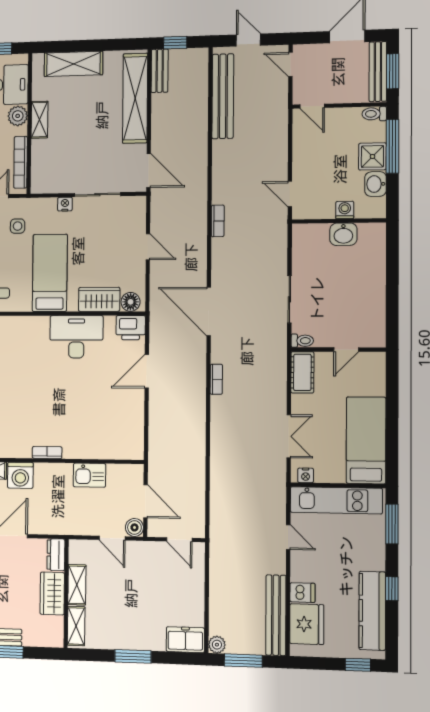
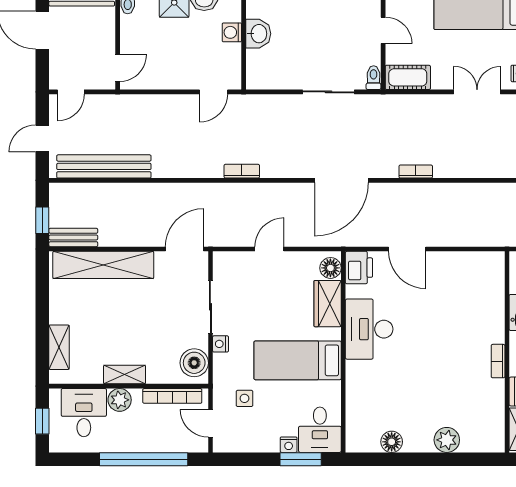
shelving: (73, 64) -> (59, 347), width x0.67, depth x0.75
boiler: (49, 181) -> (194, 363), added

